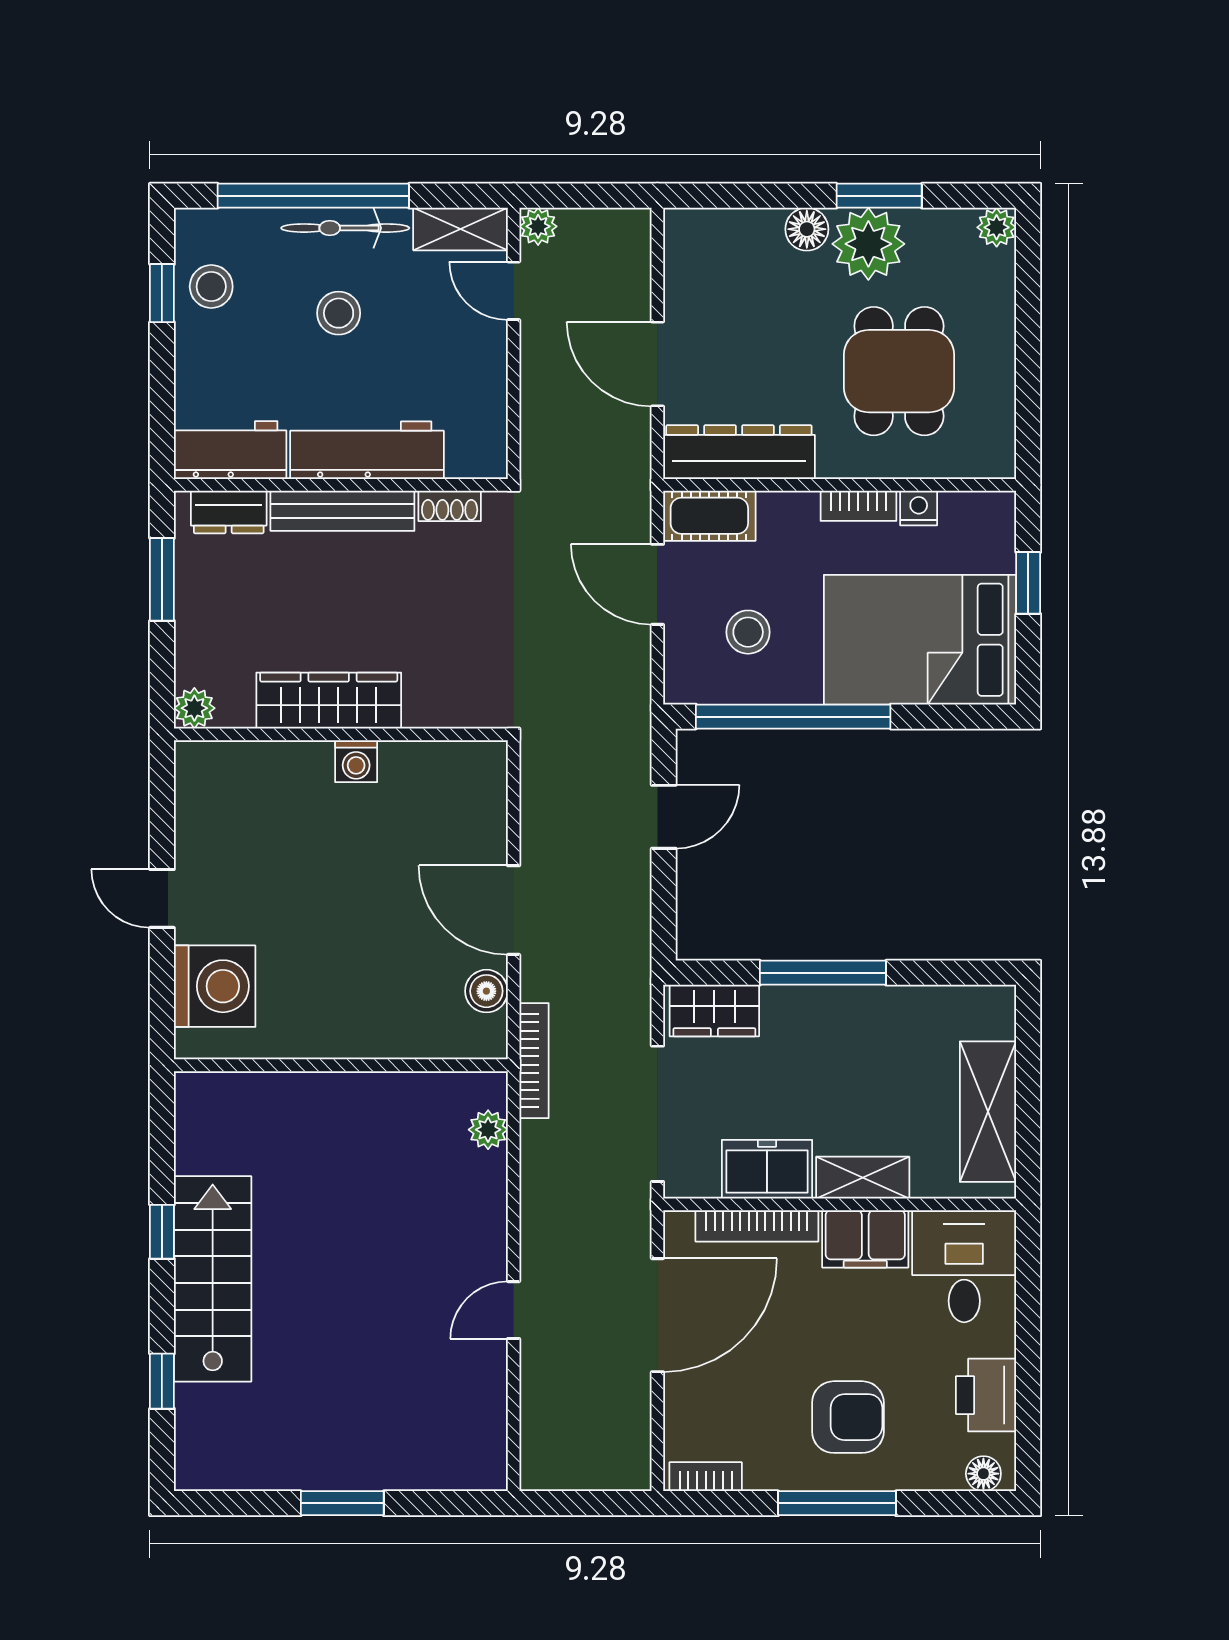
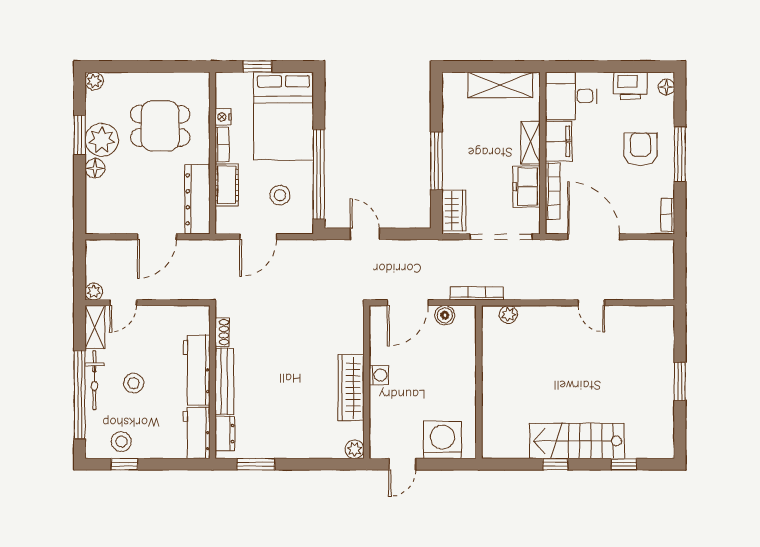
cot: (709, 516) -> (227, 185), moved
wardrobe: (329, 701) -> (351, 388), moved
plant: (194, 708) -> (355, 449), moved
wall: (341, 734) -> (367, 382), moved
washing machine: (356, 761) -> (379, 375), moved

